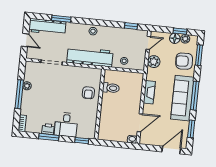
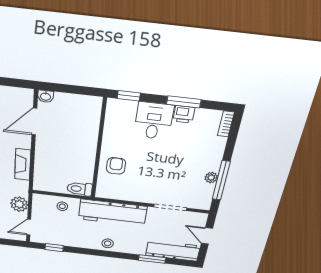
toilet: (111, 88) -> (80, 189), moved
window: (19, 94) -> (221, 180), moved

